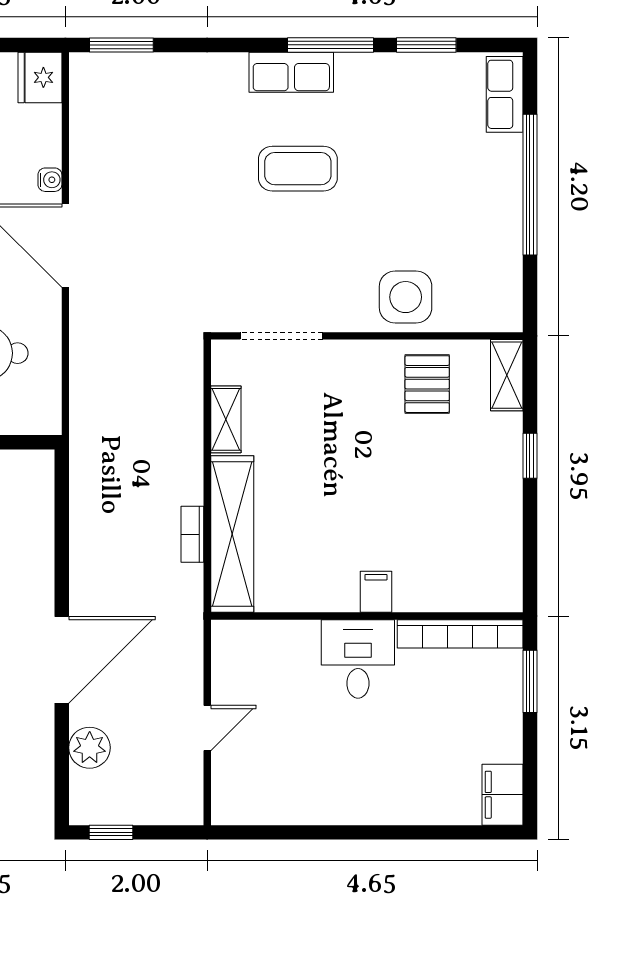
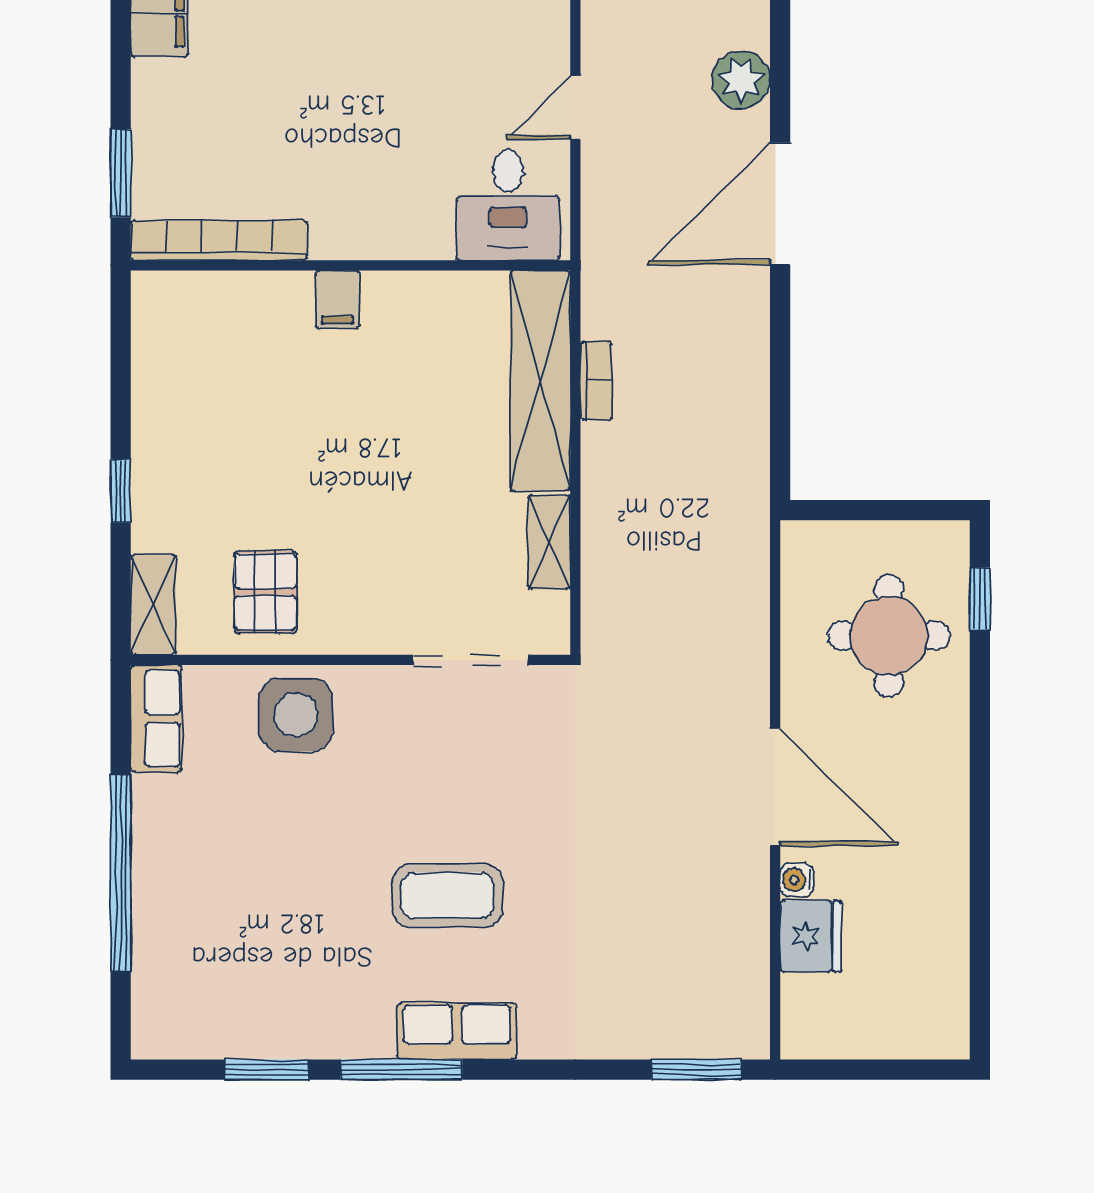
fridge: (40, 77) -> (811, 936), moved
row of seats: (505, 94) -> (156, 719), moved
desk: (358, 659) -> (508, 205), moved

